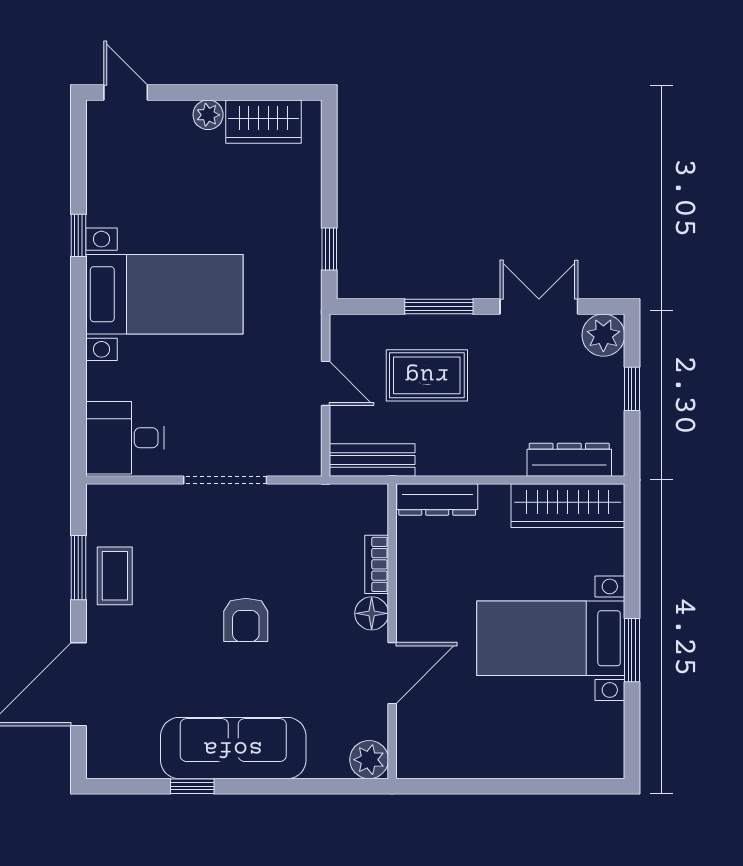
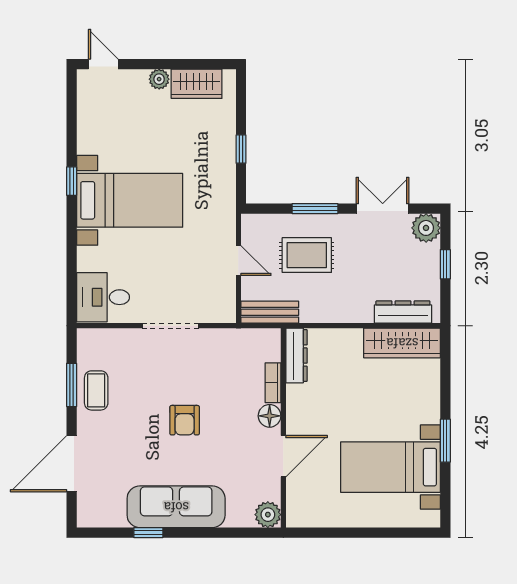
window: (78, 235) -> (72, 181), moved
window: (329, 249) -> (241, 149), moved
dresser: (437, 499) -> (297, 356), moved, turned -90
bed with nightstands: (551, 638) -> (390, 467), moved

